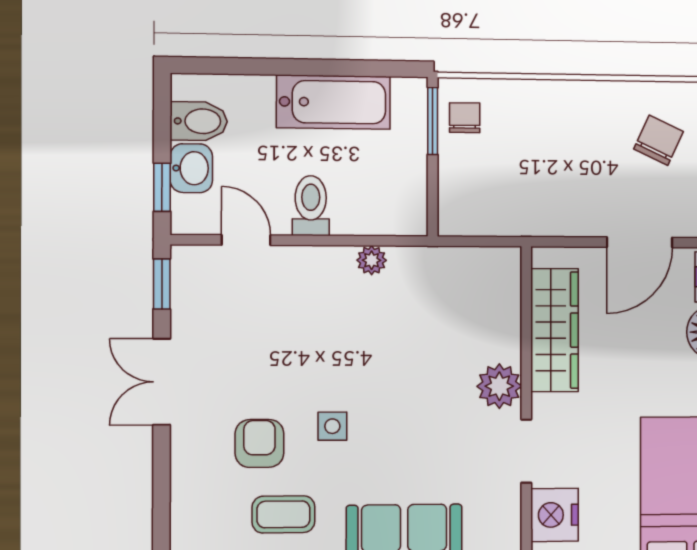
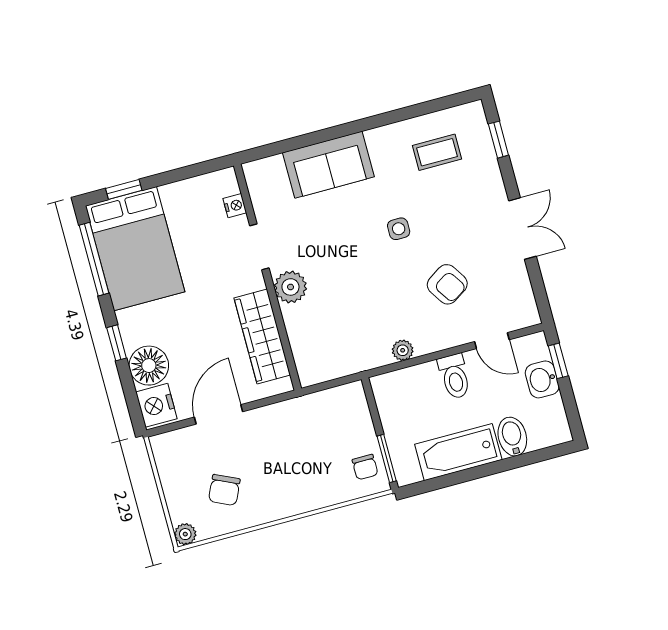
bidet: (199, 121) -> (512, 437), moved, turned 90
window: (162, 284) -> (498, 140), moved
armchair: (259, 443) -> (447, 284), moved, turned -33
coffee table: (283, 514) -> (437, 152), moved
nightstand: (555, 515) -> (235, 206), width x0.53, depth x0.56

